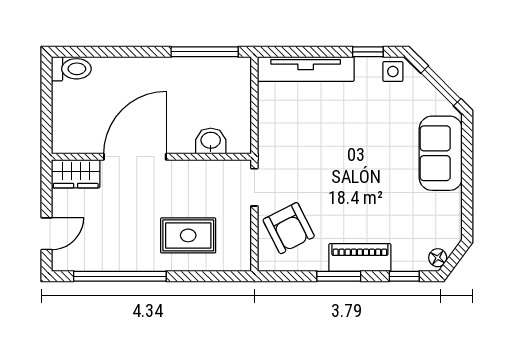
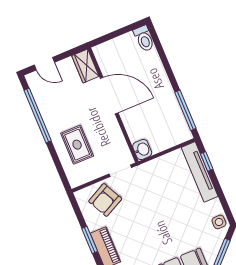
window: (368, 52) -> (207, 161), moved
washbasin: (211, 141) -> (142, 150), moved

